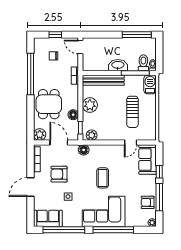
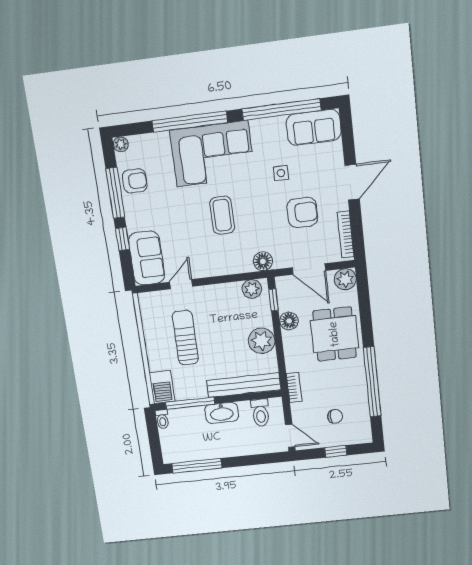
toilet: (143, 63) -> (261, 413), moved

